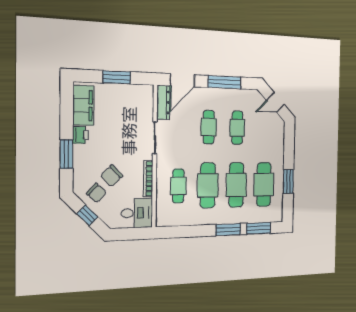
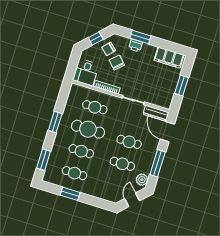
plant: (249, 97) -> (142, 180), added
printer: (81, 135) -> (135, 45), moved
cafe table: (264, 184) -> (74, 173), width x0.73, depth x0.74
cafe table: (236, 185) -> (81, 151), width x0.73, depth x0.74
window: (228, 230) -> (55, 122), moved

